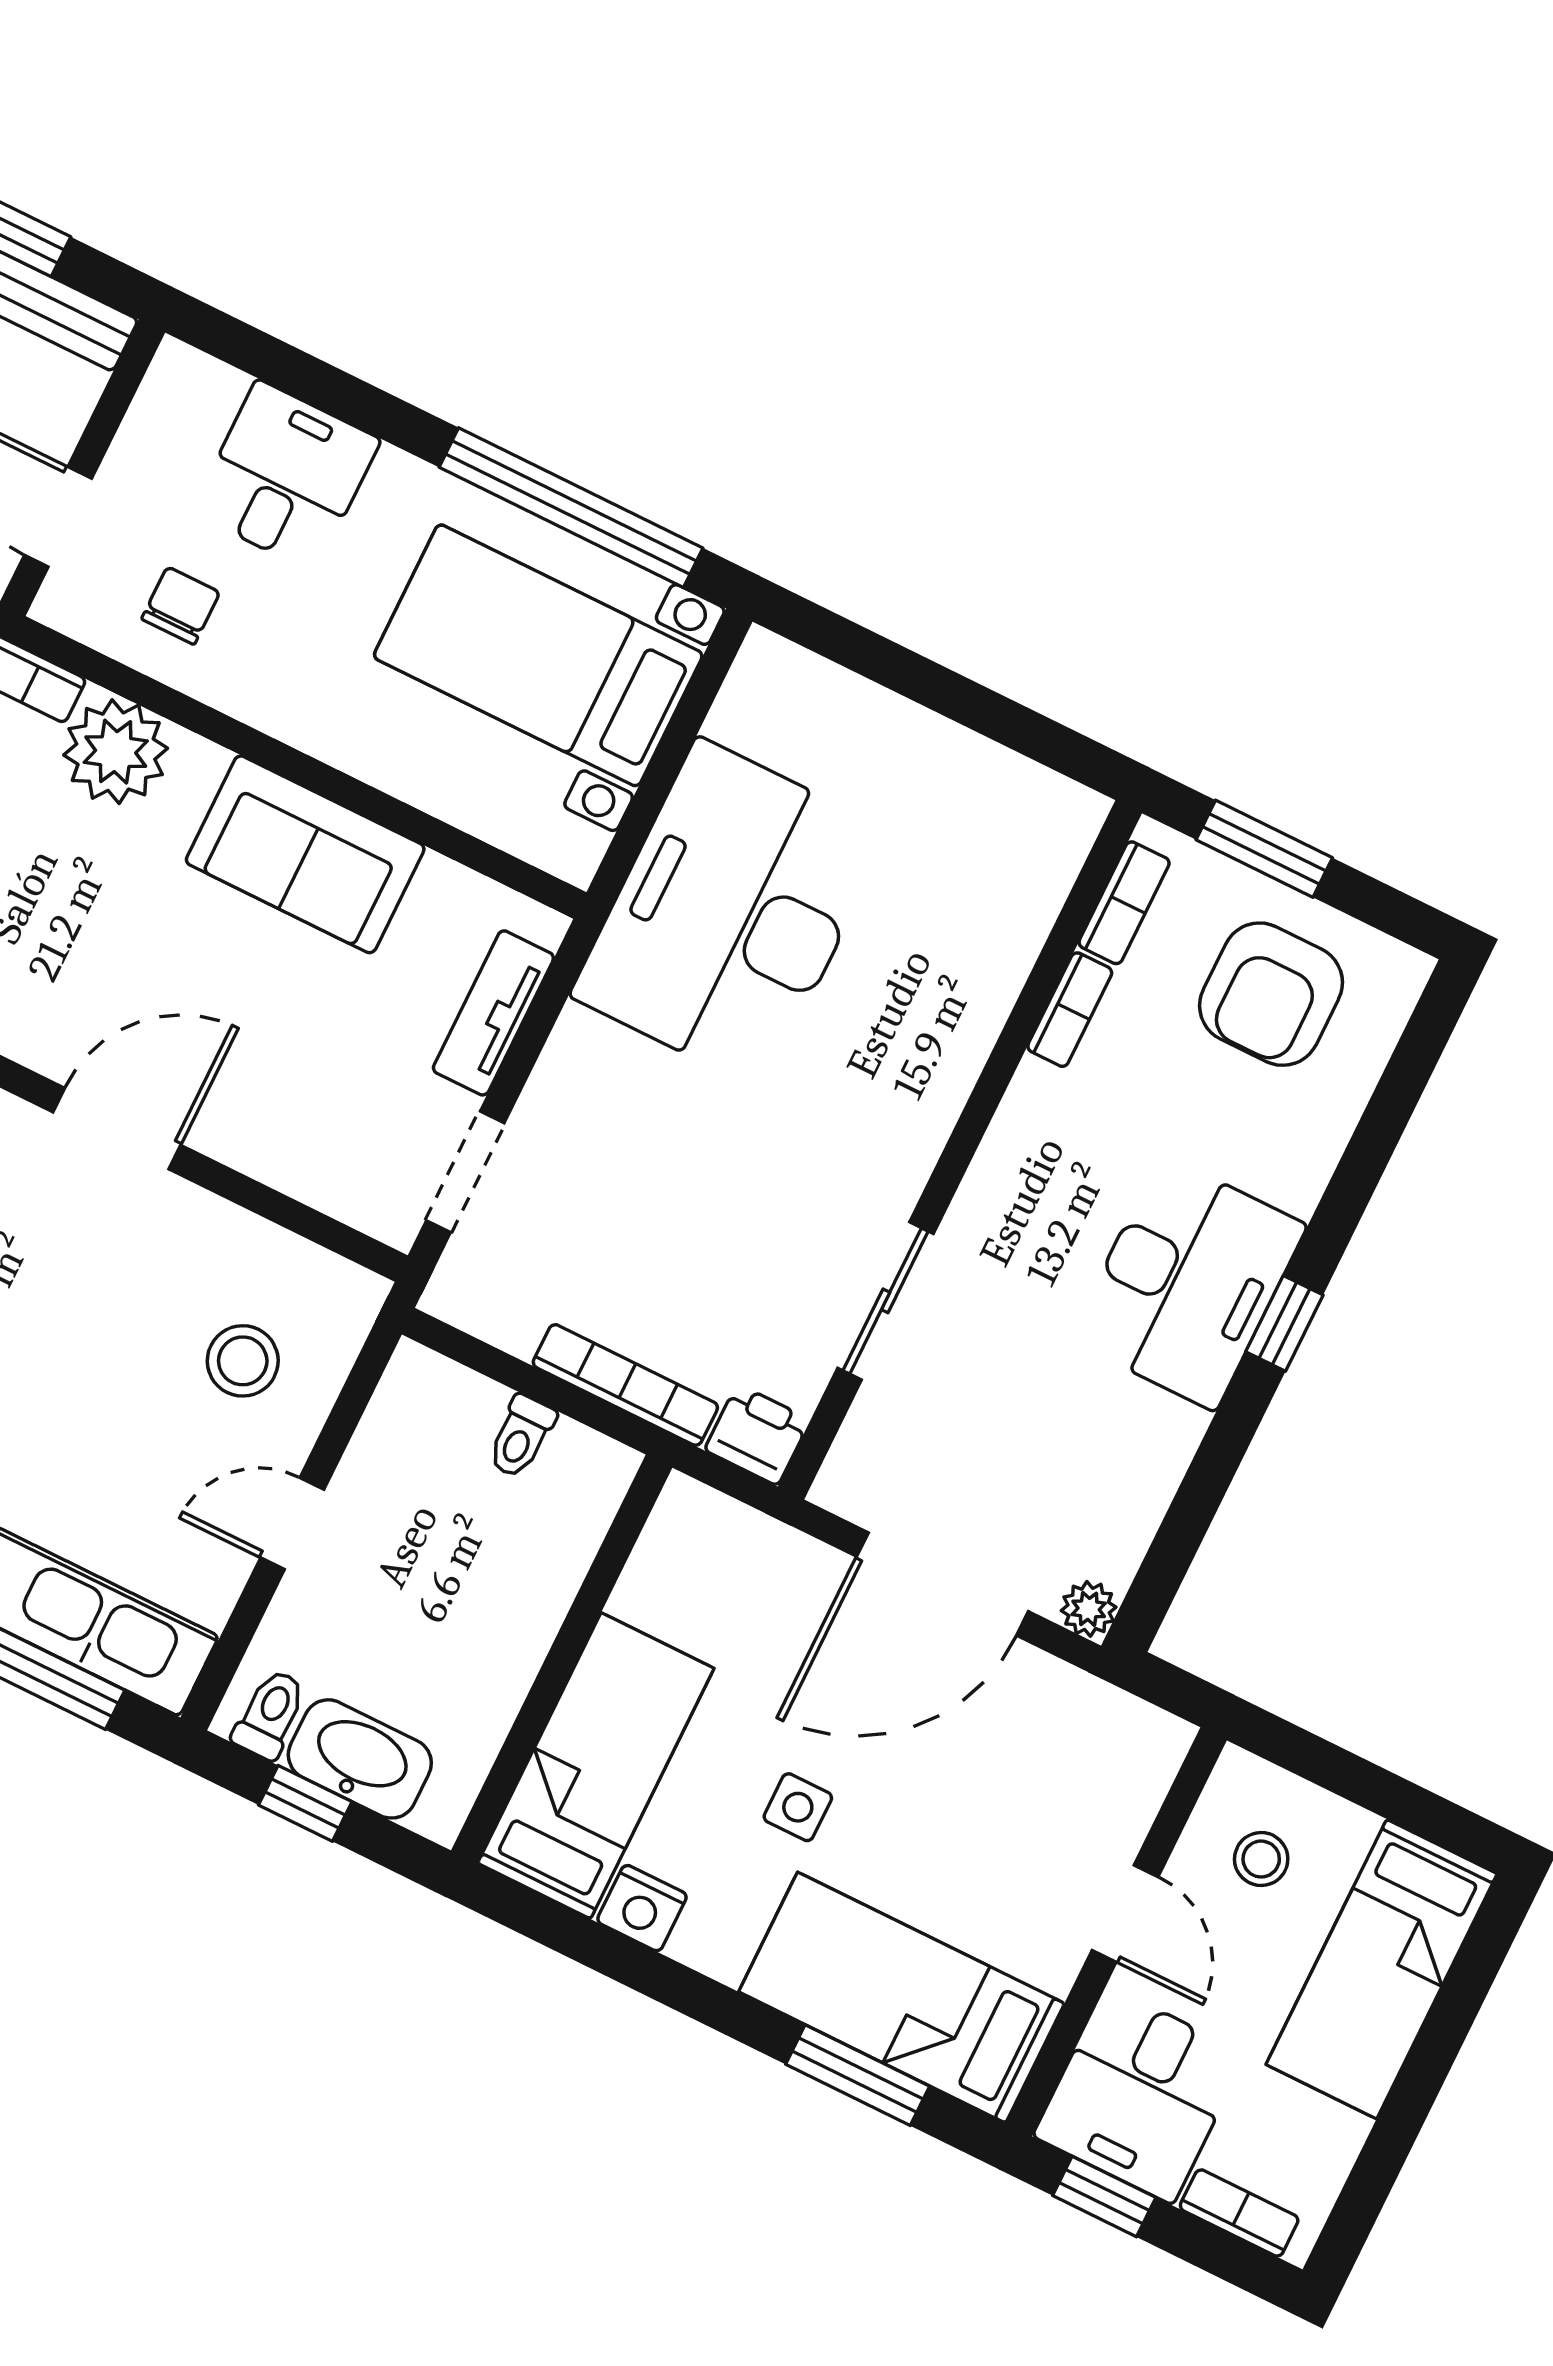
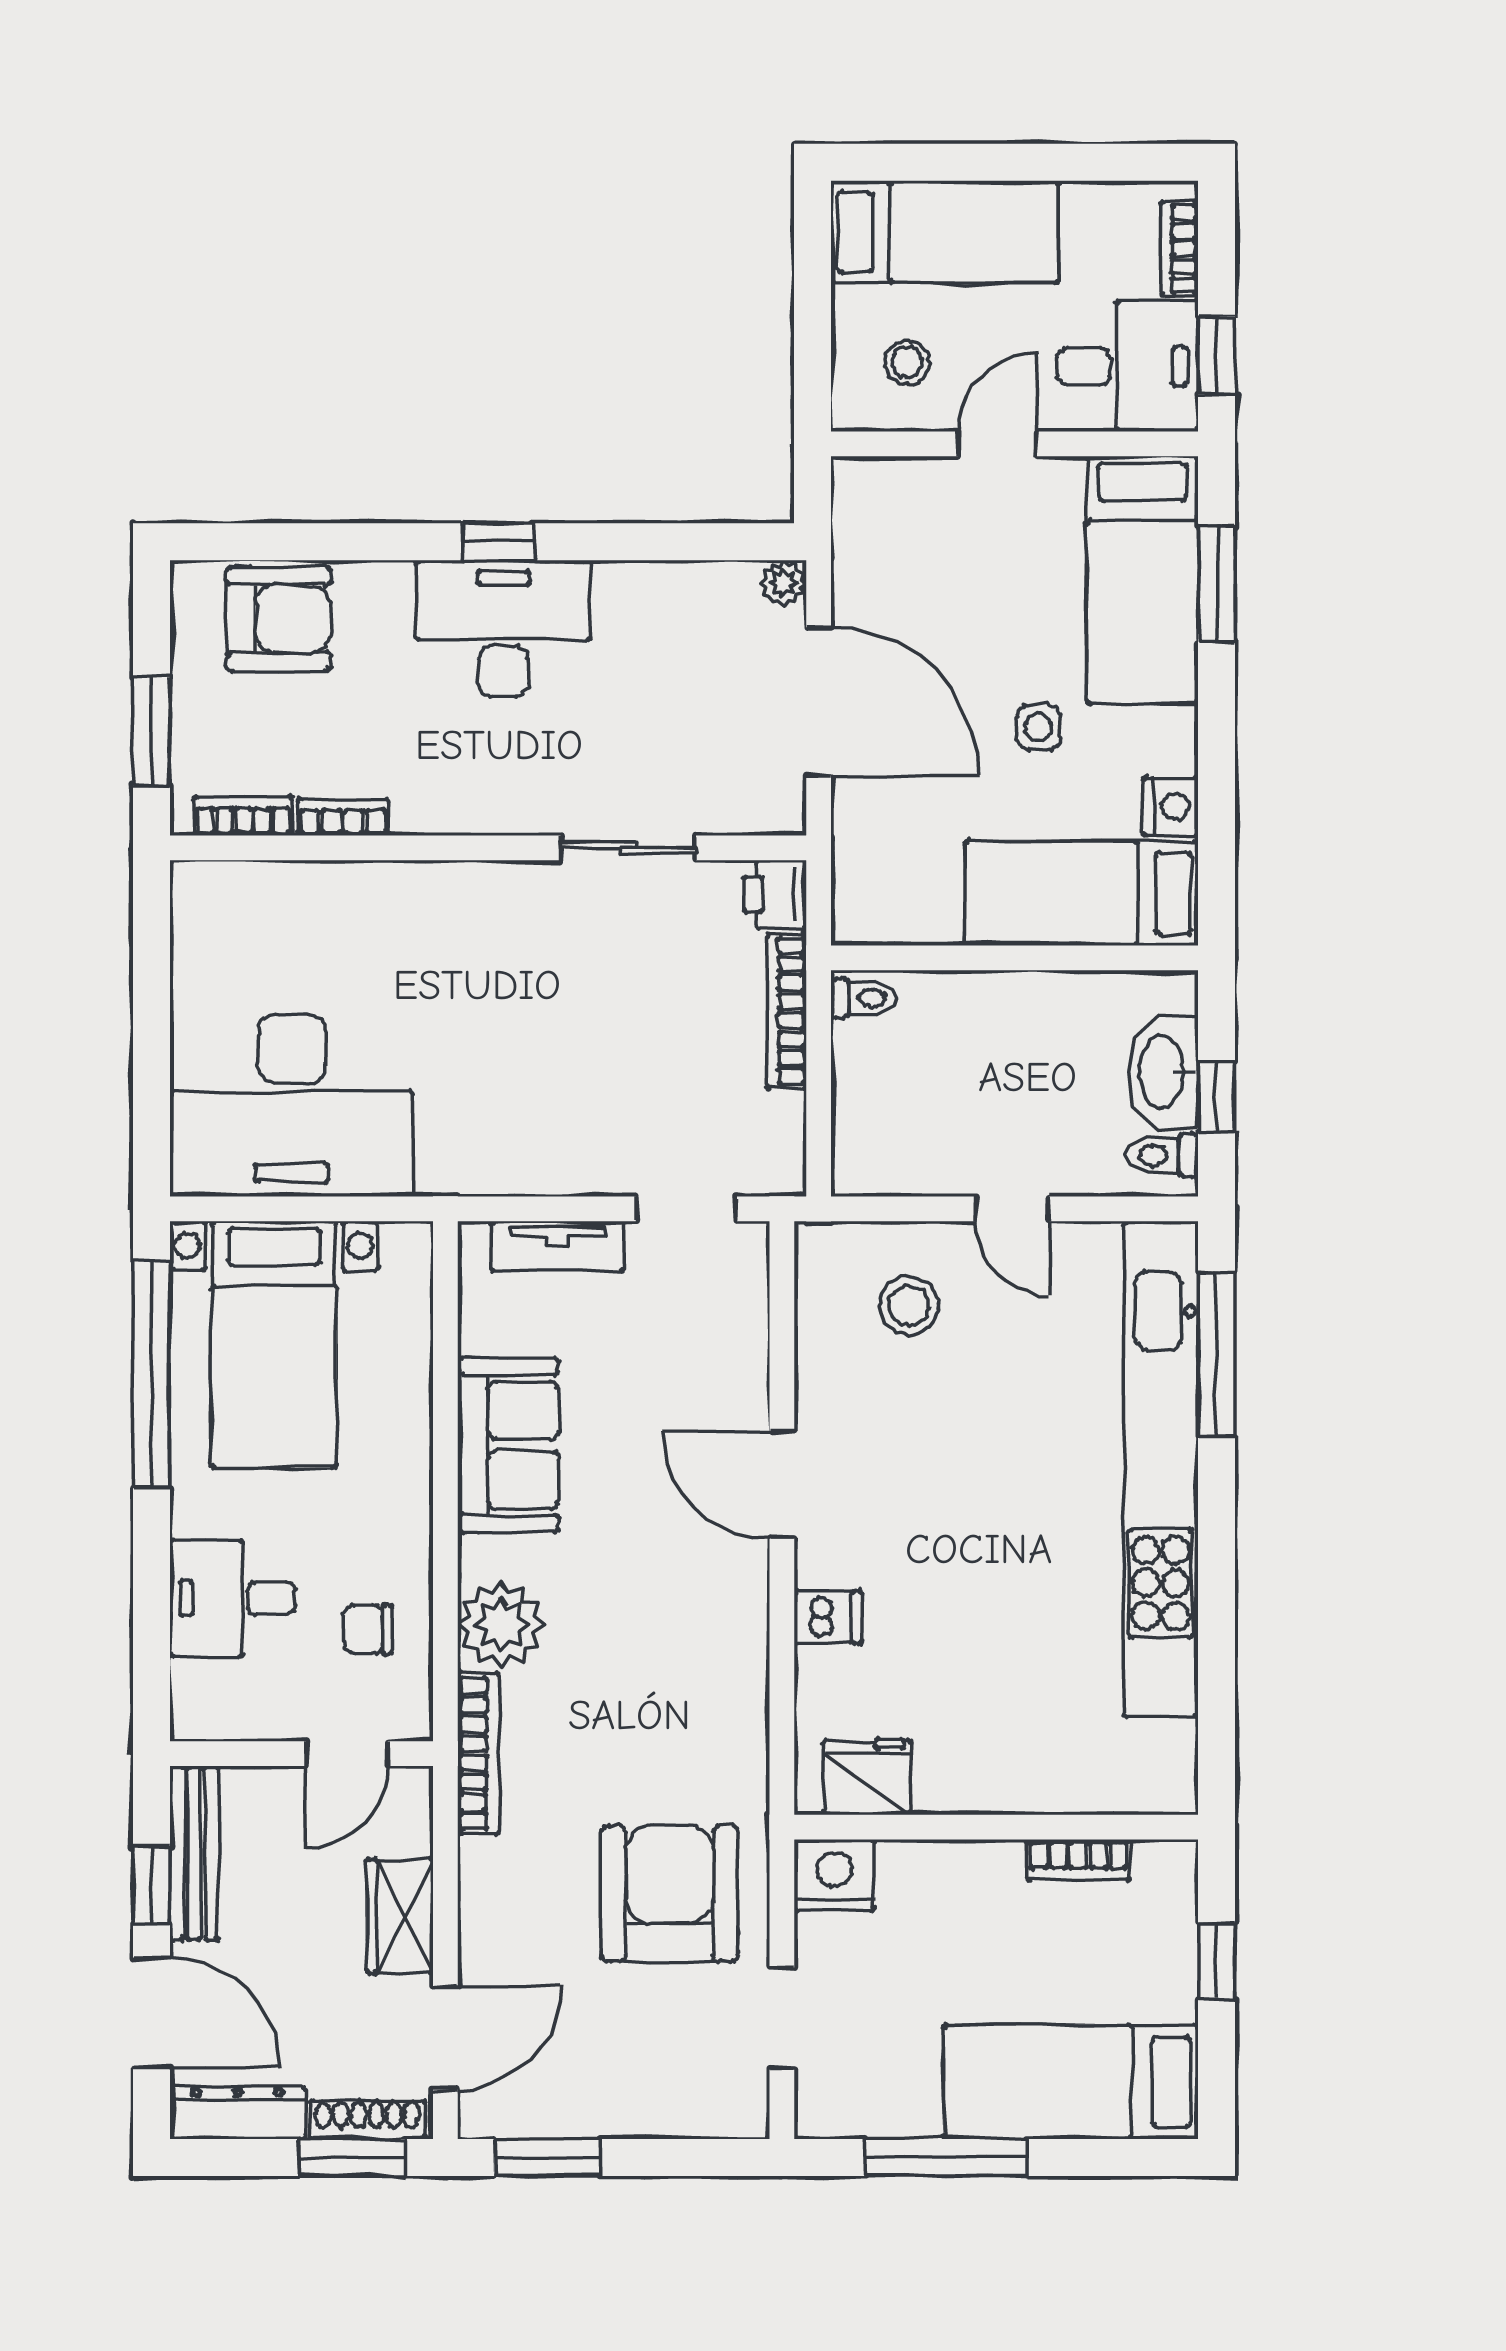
desk: (731, 914) -> (291, 1106), moved
armchair: (1271, 994) -> (279, 619), moved
toilet: (521, 1437) -> (863, 998), moved

